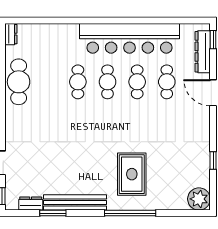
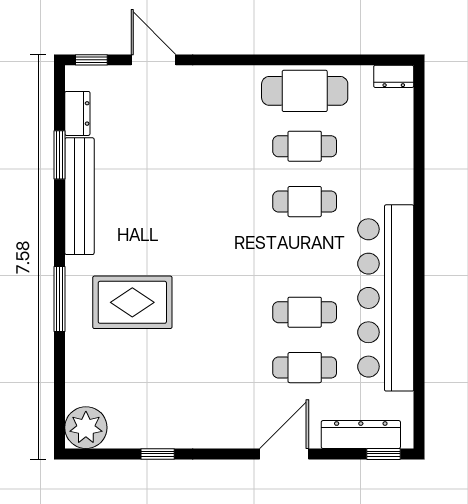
cafe table: (108, 82) -> (305, 146), moved
window: (130, 213) -> (60, 299), width x0.68

